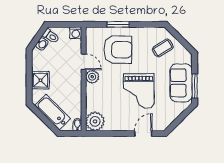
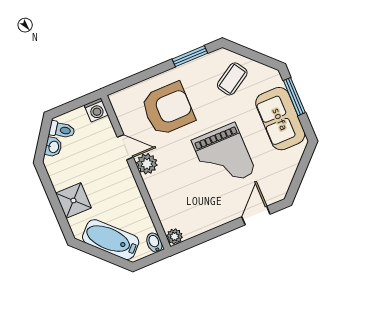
window: (118, 24) -> (190, 56), moved
window: (195, 86) -> (294, 97), moved
plant: (95, 121) -> (175, 237), width x0.53, depth x0.53

